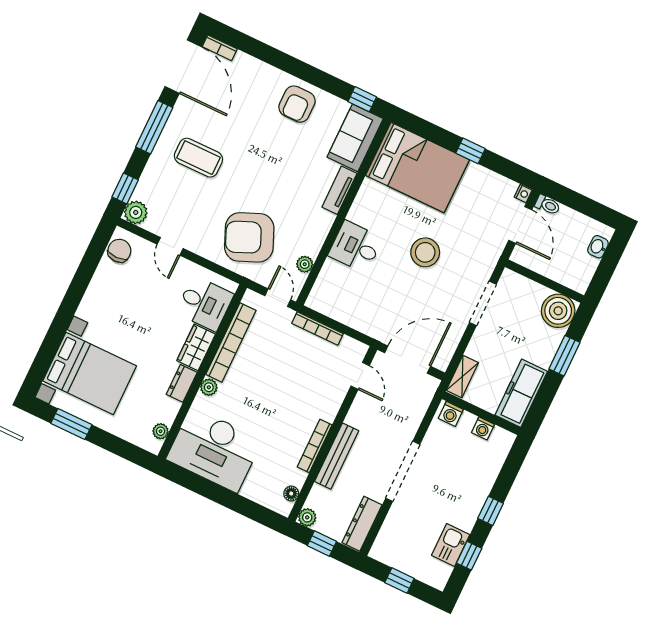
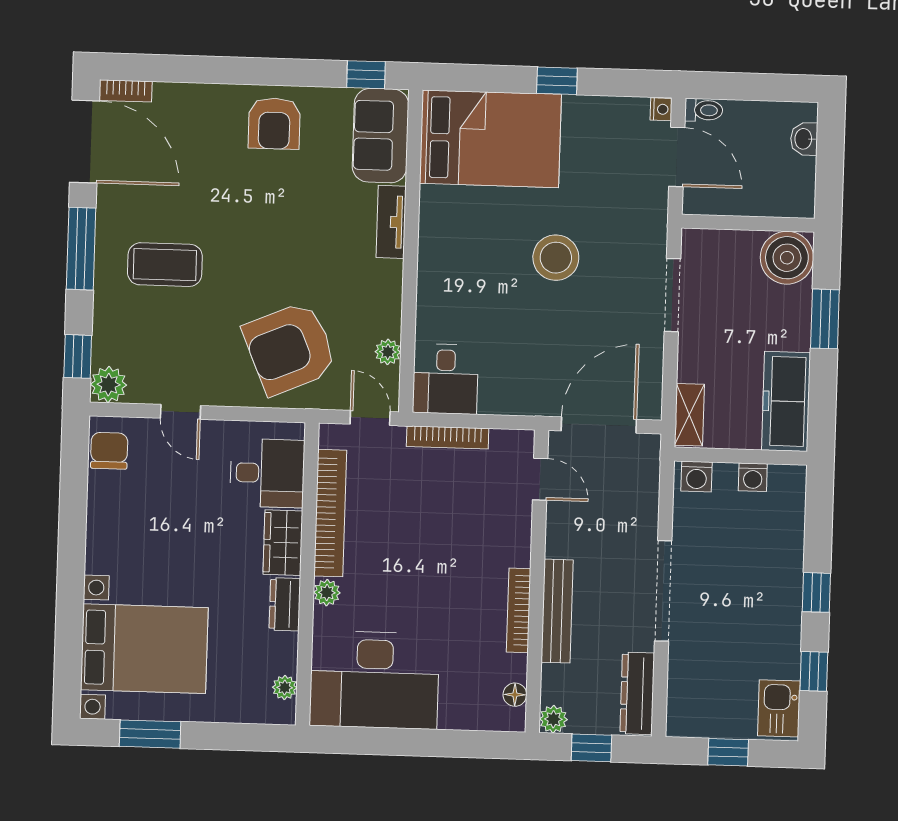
desk: (355, 247) -> (445, 379), moved, turned -90
kitchen sink: (451, 545) -> (779, 708), moved

